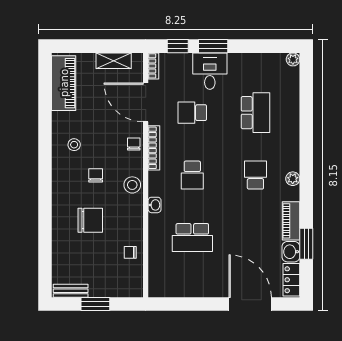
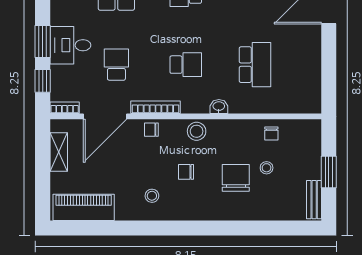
school desk: (192, 113) -> (116, 65), turned 180
stool: (99, 248) -> (267, 168), added

